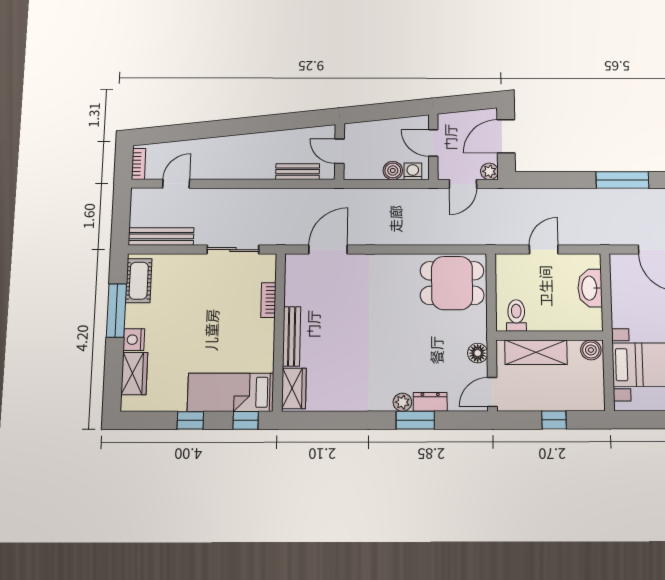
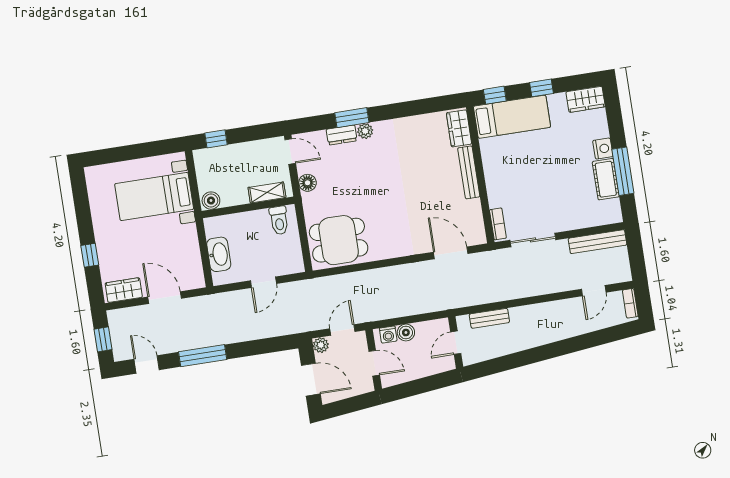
door: (506, 136) -> (311, 380), hinge flipped
door: (339, 151) -> (456, 343), swing flipped
door: (328, 250) -> (451, 253), swing flipped
cot: (139, 281) -> (606, 179), moved
bookcase: (268, 300) -> (498, 224), moved
shelving: (536, 352) -> (267, 192), width x0.67, depth x0.75
wardrobe: (134, 374) -> (586, 99), moved, turned -90
door: (492, 392) -> (290, 151), hinge flipped
window: (554, 420) -> (216, 139), moved

